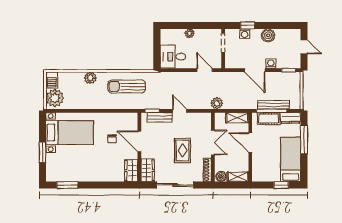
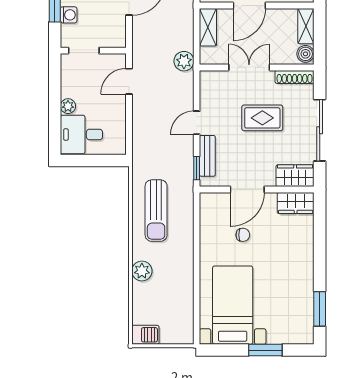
desk: (173, 57) -> (81, 135), moved, turned 90
plant: (55, 98) -> (175, 330), removed

